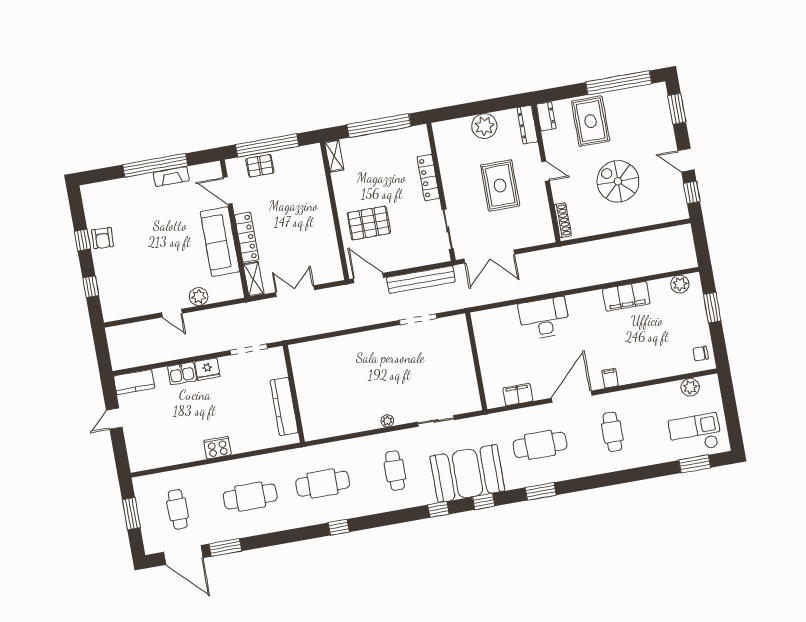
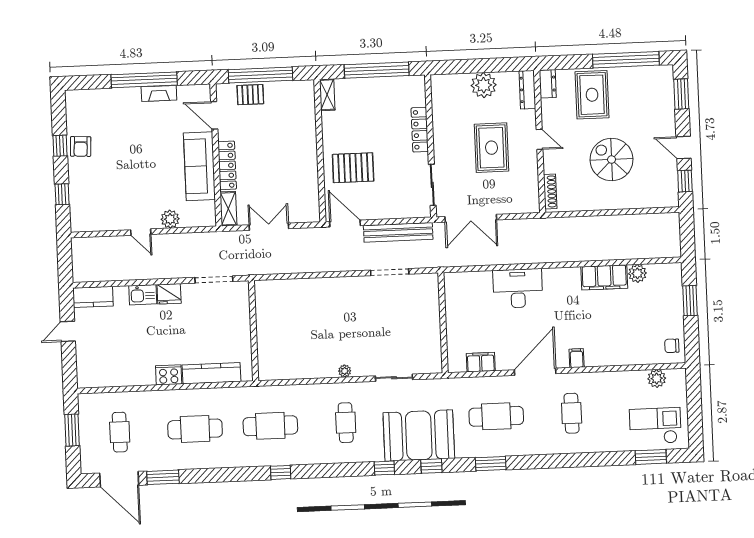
plant: (680, 284) -> (637, 273), moved
kitchen counter: (284, 406) -> (212, 373), moved, turned 90

